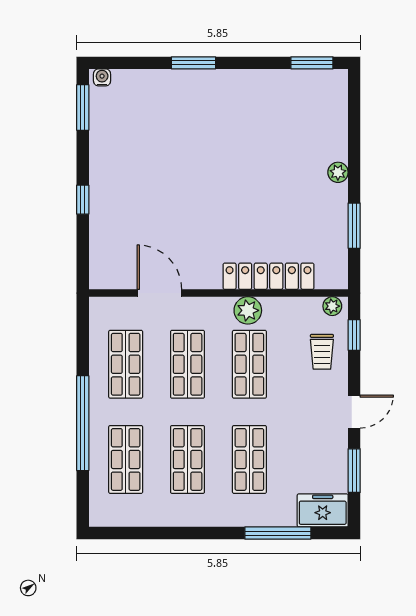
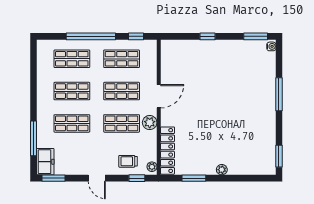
window: (194, 63) -> (279, 94), width x1.44
locker: (269, 276) -> (168, 151), moved
door: (159, 293) -> (159, 96), moved
window: (83, 337) -> (136, 36), added
window: (354, 471) -> (54, 178), moved

